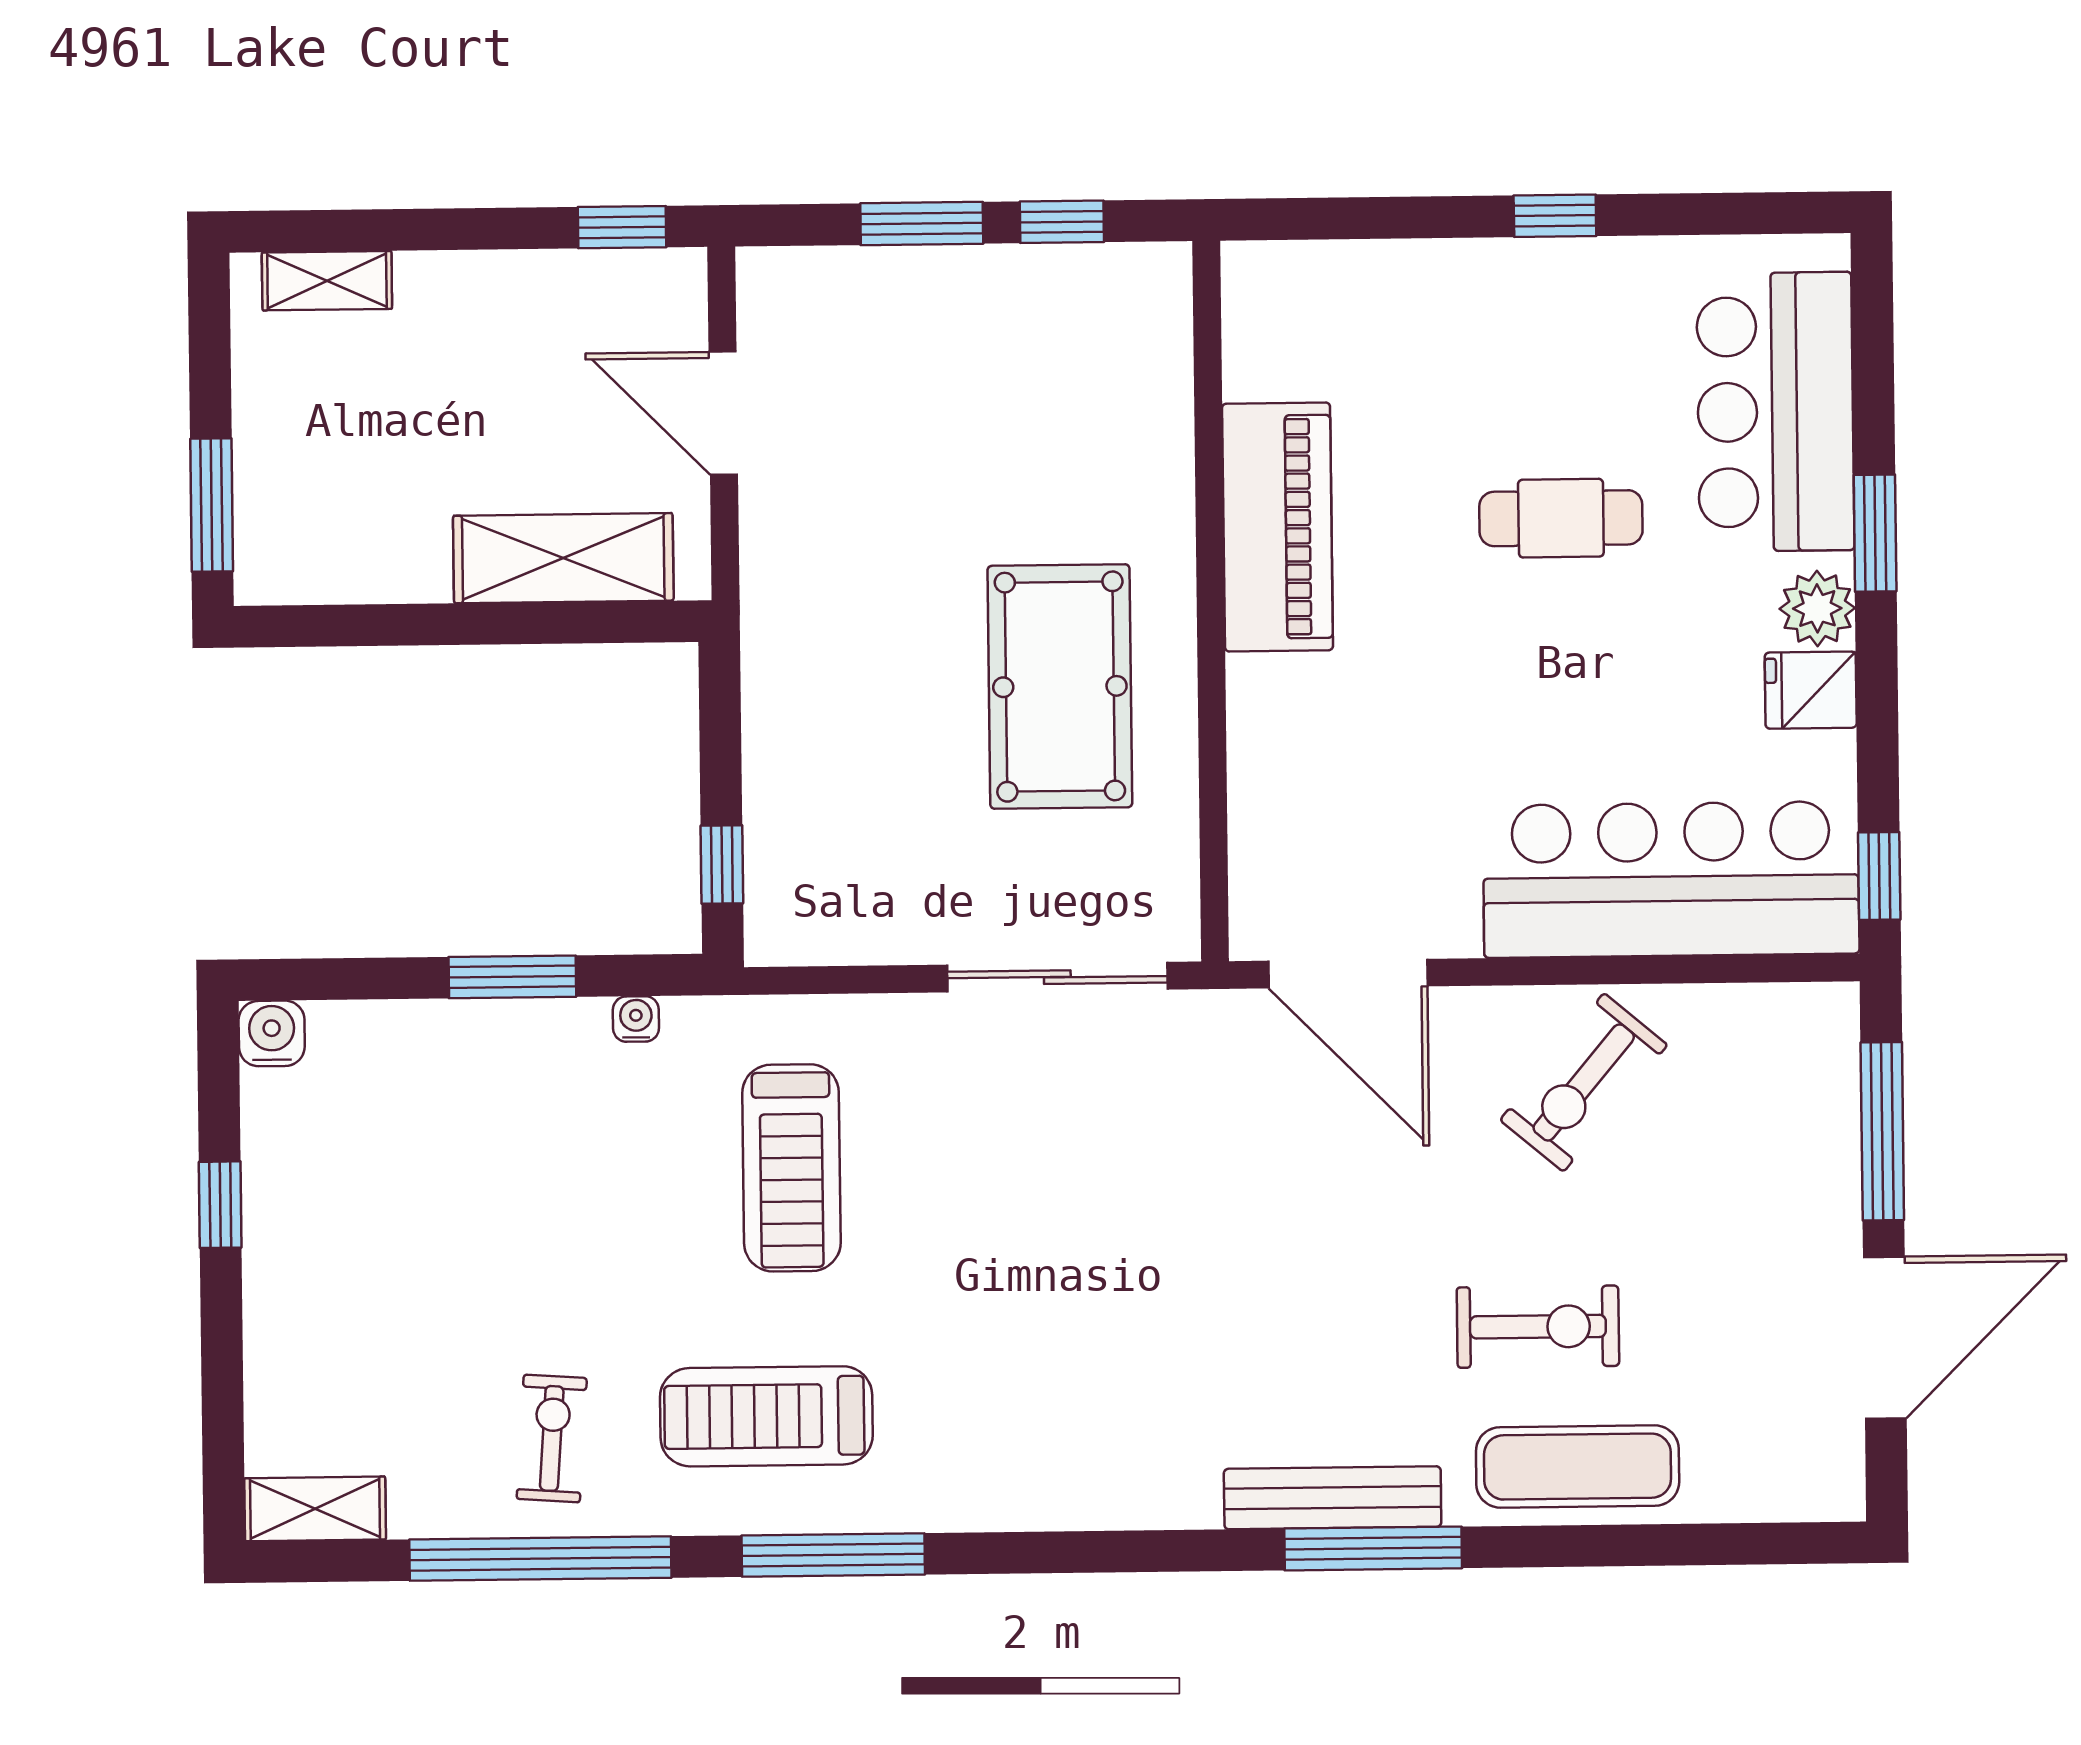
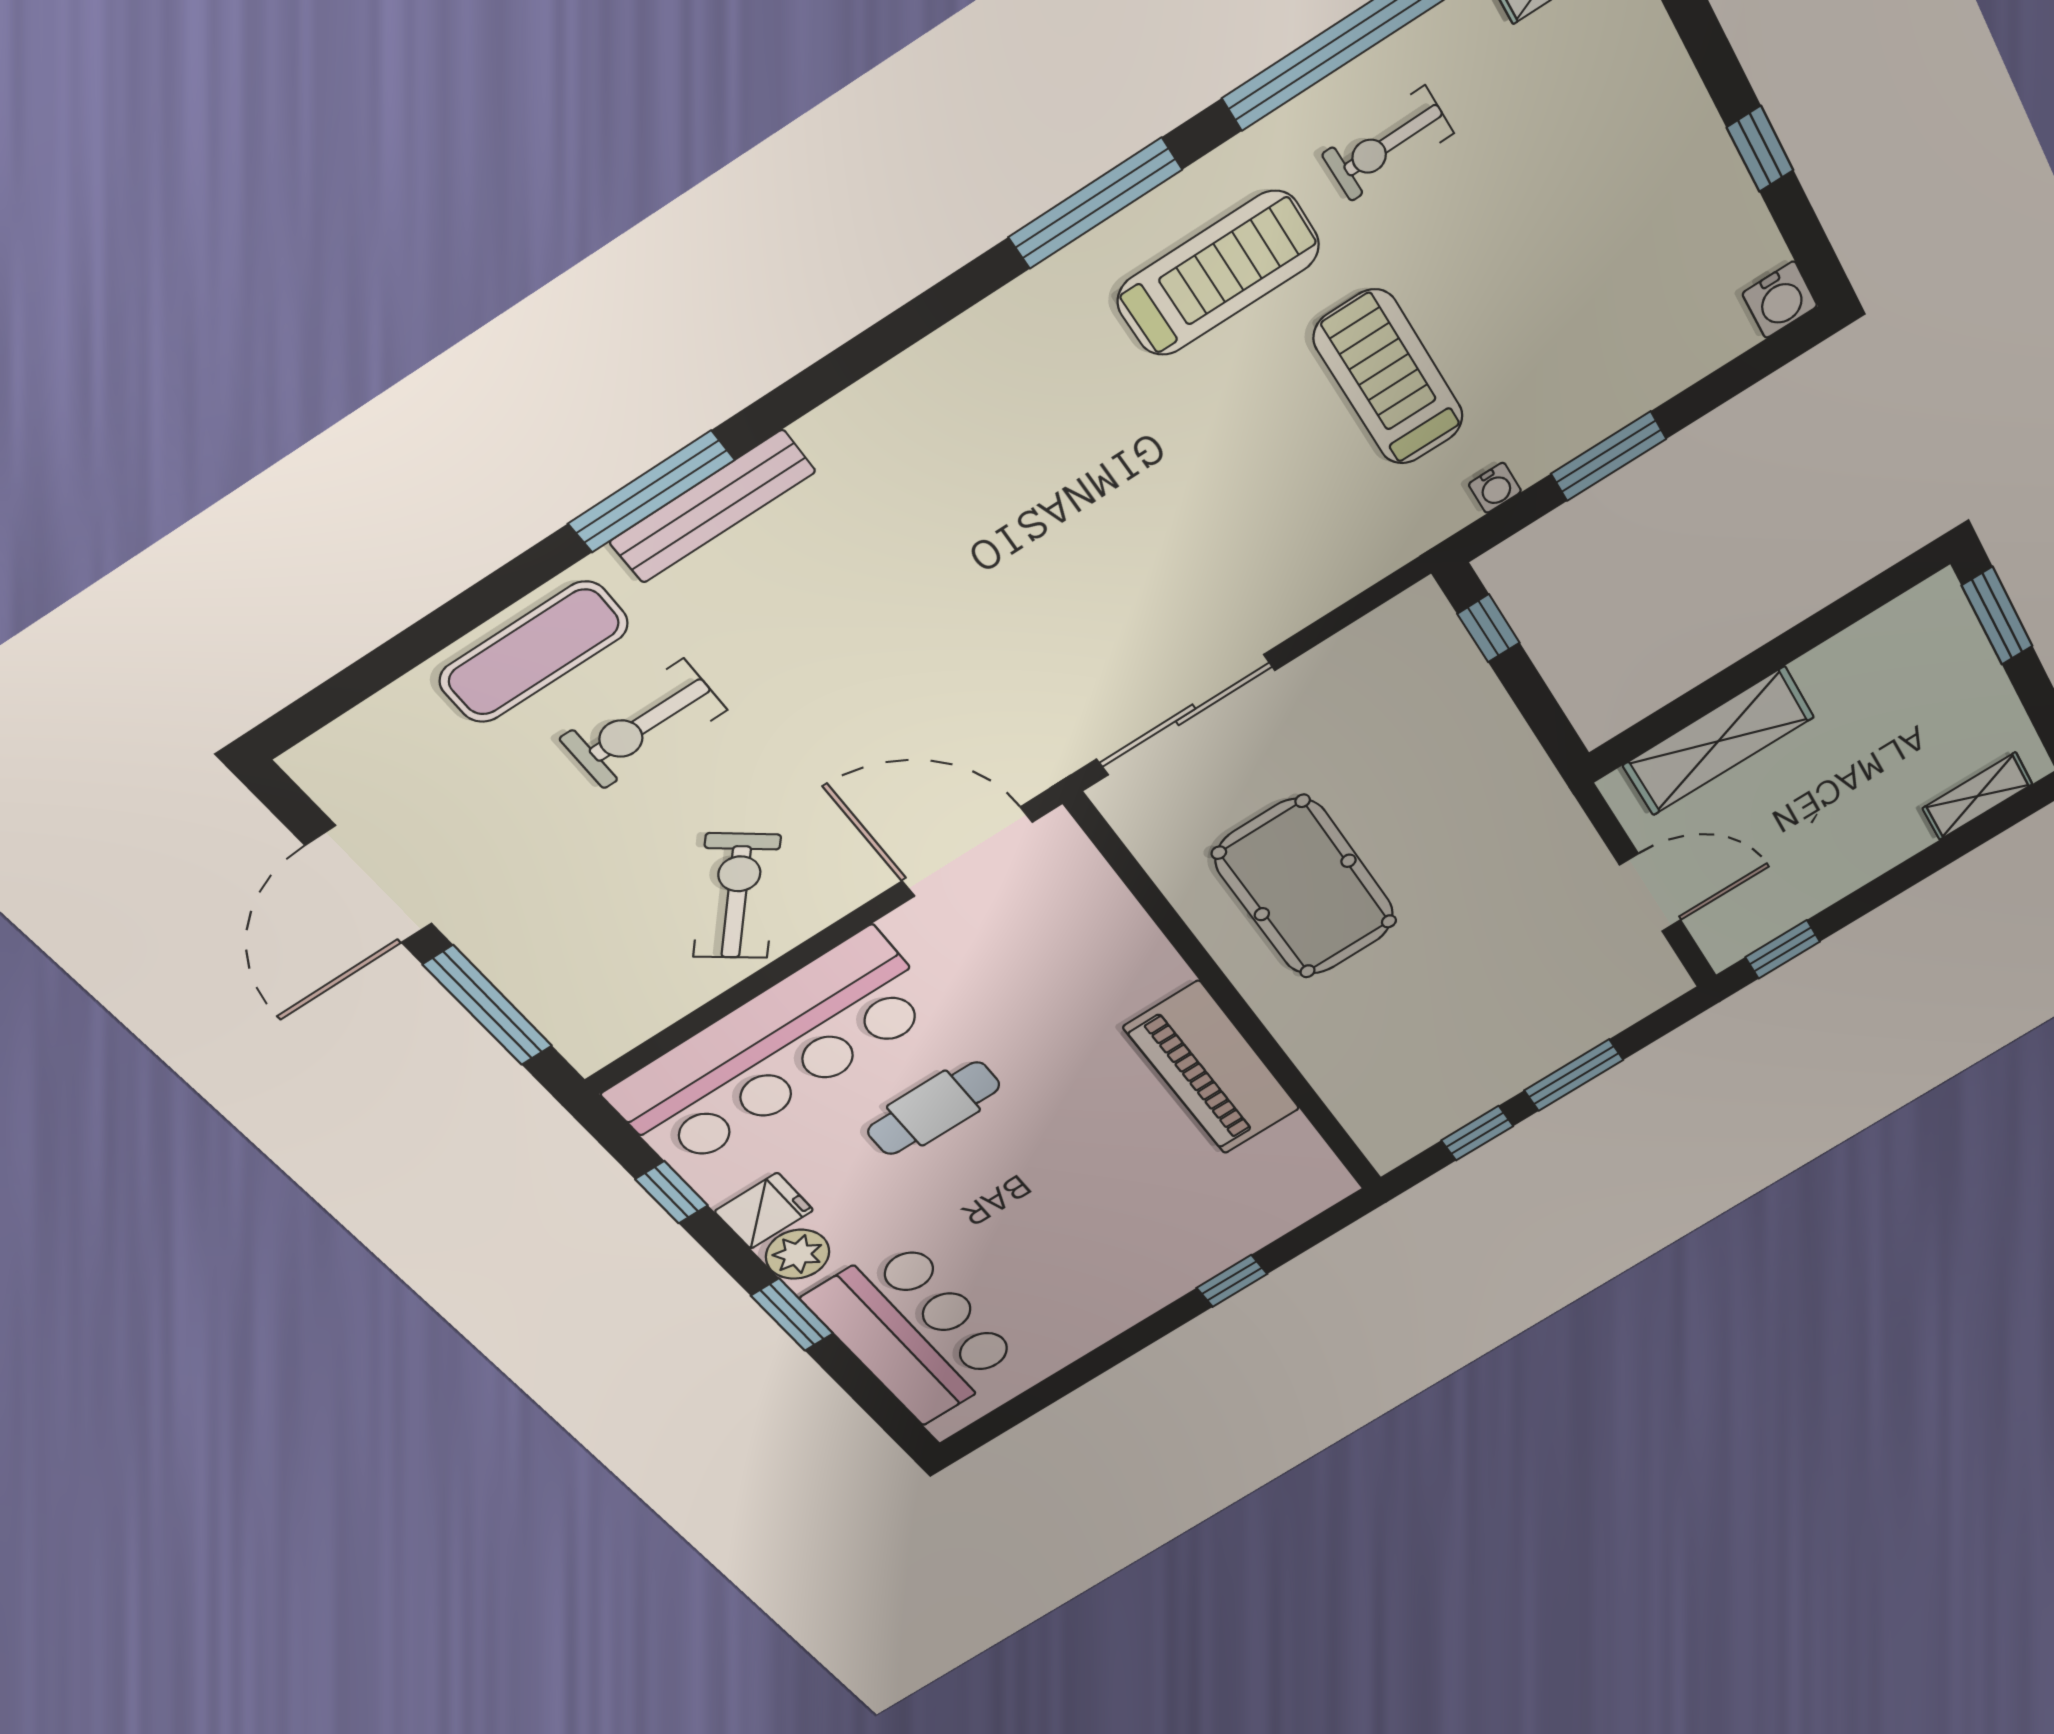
window: (1555, 216) -> (1232, 1281), moved
cafe table: (1561, 518) -> (934, 1108), moved
window: (1879, 876) -> (672, 1192), moved
treadmill: (791, 1168) -> (1389, 378), moved
exercise bike: (552, 1438) -> (1388, 144), turned 85

